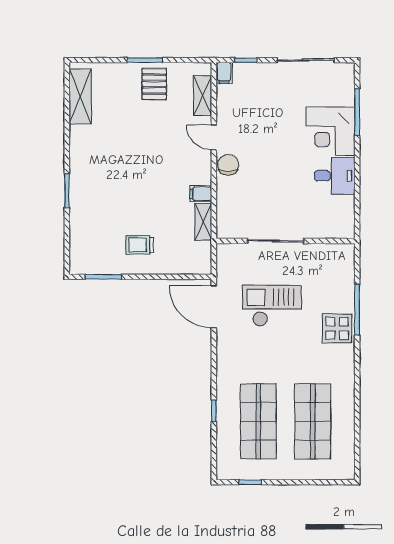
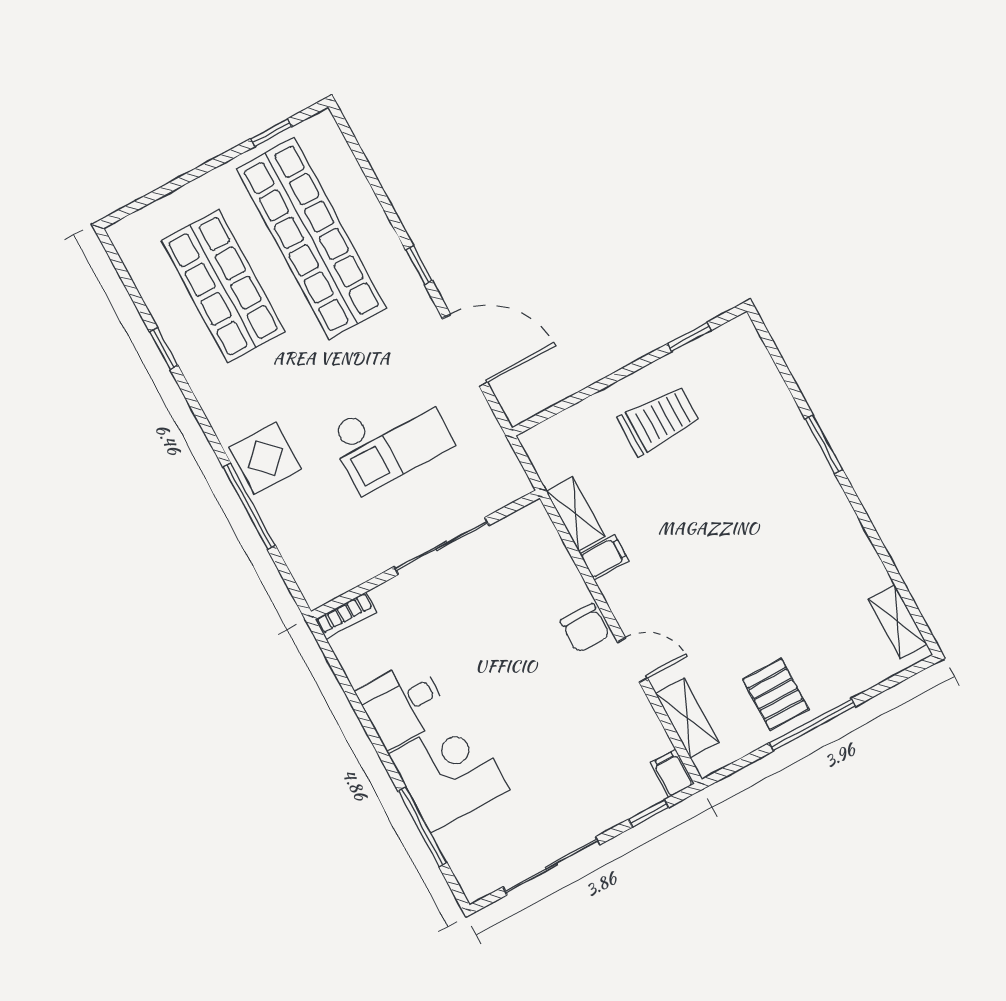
window: (145, 60) -> (812, 725), width x1.44
shelving: (80, 96) -> (898, 622), width x0.67, depth x0.75
bookcase: (339, 232) -> (346, 616), added
trolley: (140, 245) -> (659, 420), width x1.36, depth x1.39
window: (103, 277) -> (689, 337), width x0.67
door: (214, 307) -> (465, 350), moved
window: (357, 407) -> (164, 348), added
window: (214, 411) -> (419, 265), moved
shop shelf: (258, 421) -> (311, 238), width x1.40

